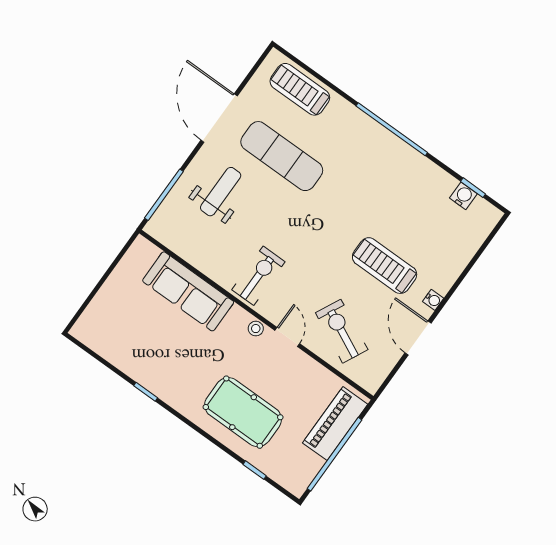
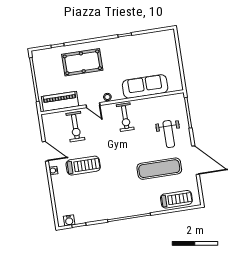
water cooler: (463, 196) -> (69, 220), moved
exercise bike: (342, 331) -> (75, 127), turned 64
piano: (335, 424) -> (60, 101), moved, turned -90

